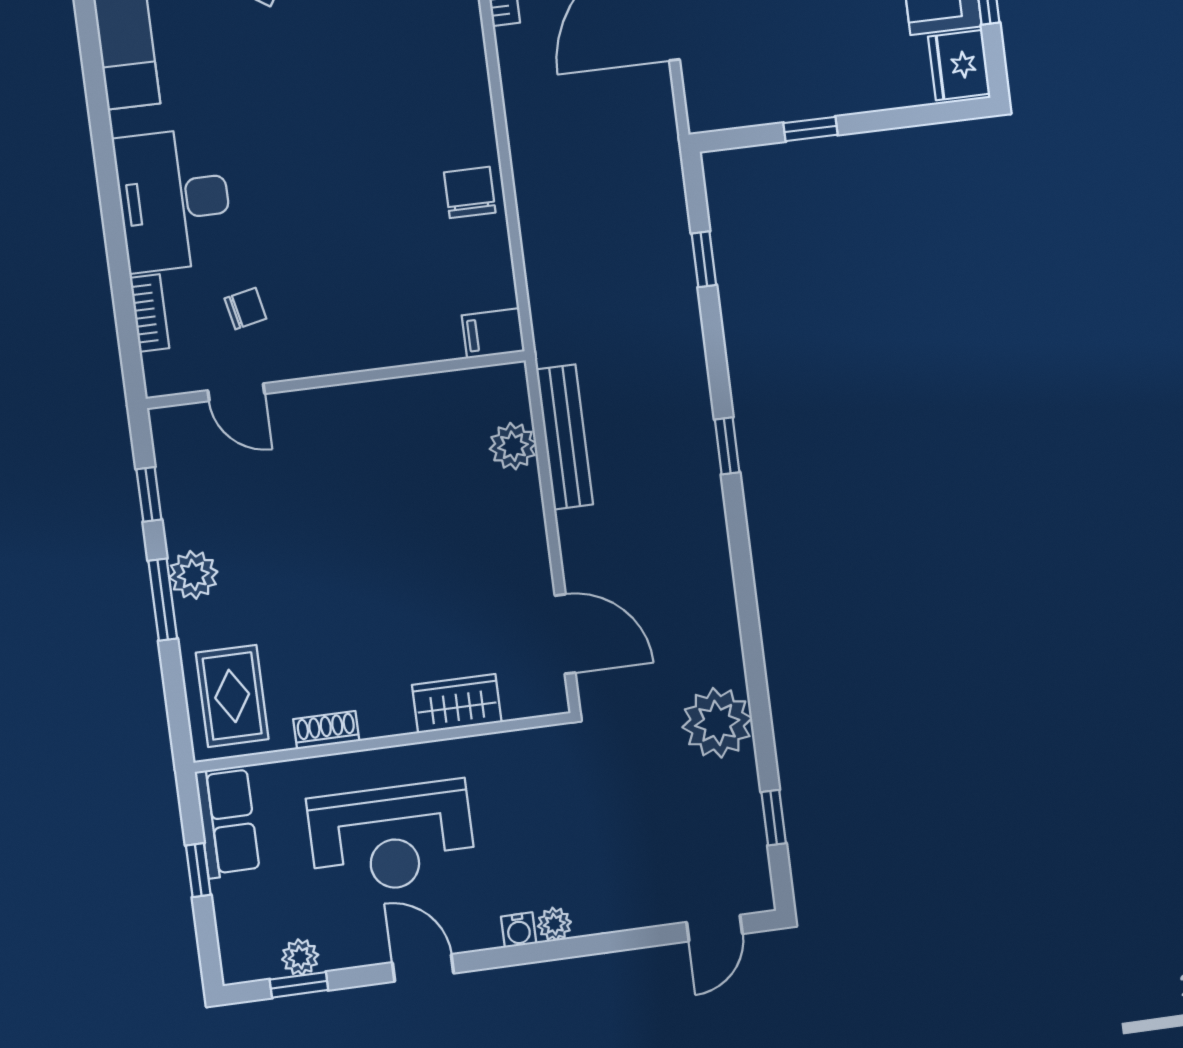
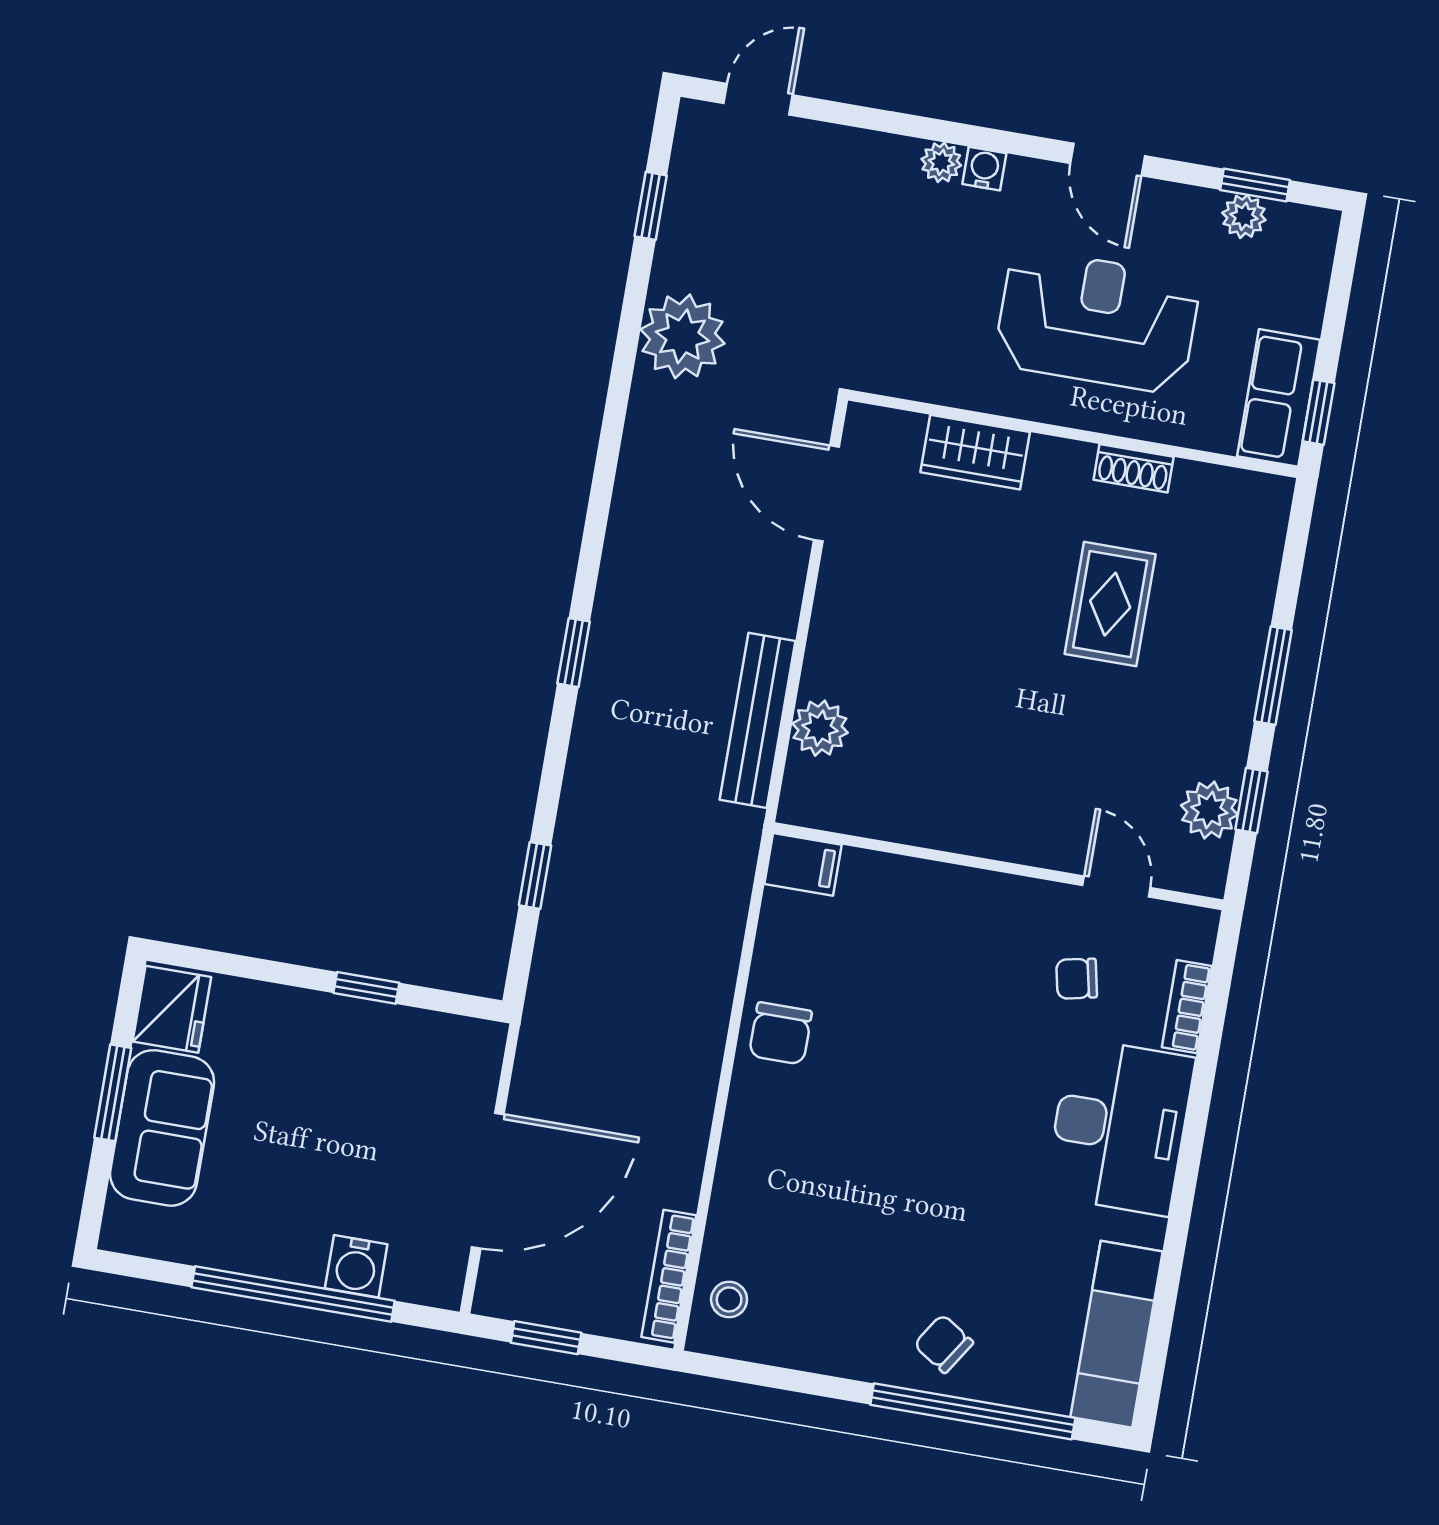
plant: (193, 575) -> (1209, 810), moved
rug: (232, 696) -> (1110, 604), moved
window: (198, 870) -> (1319, 412), moved

